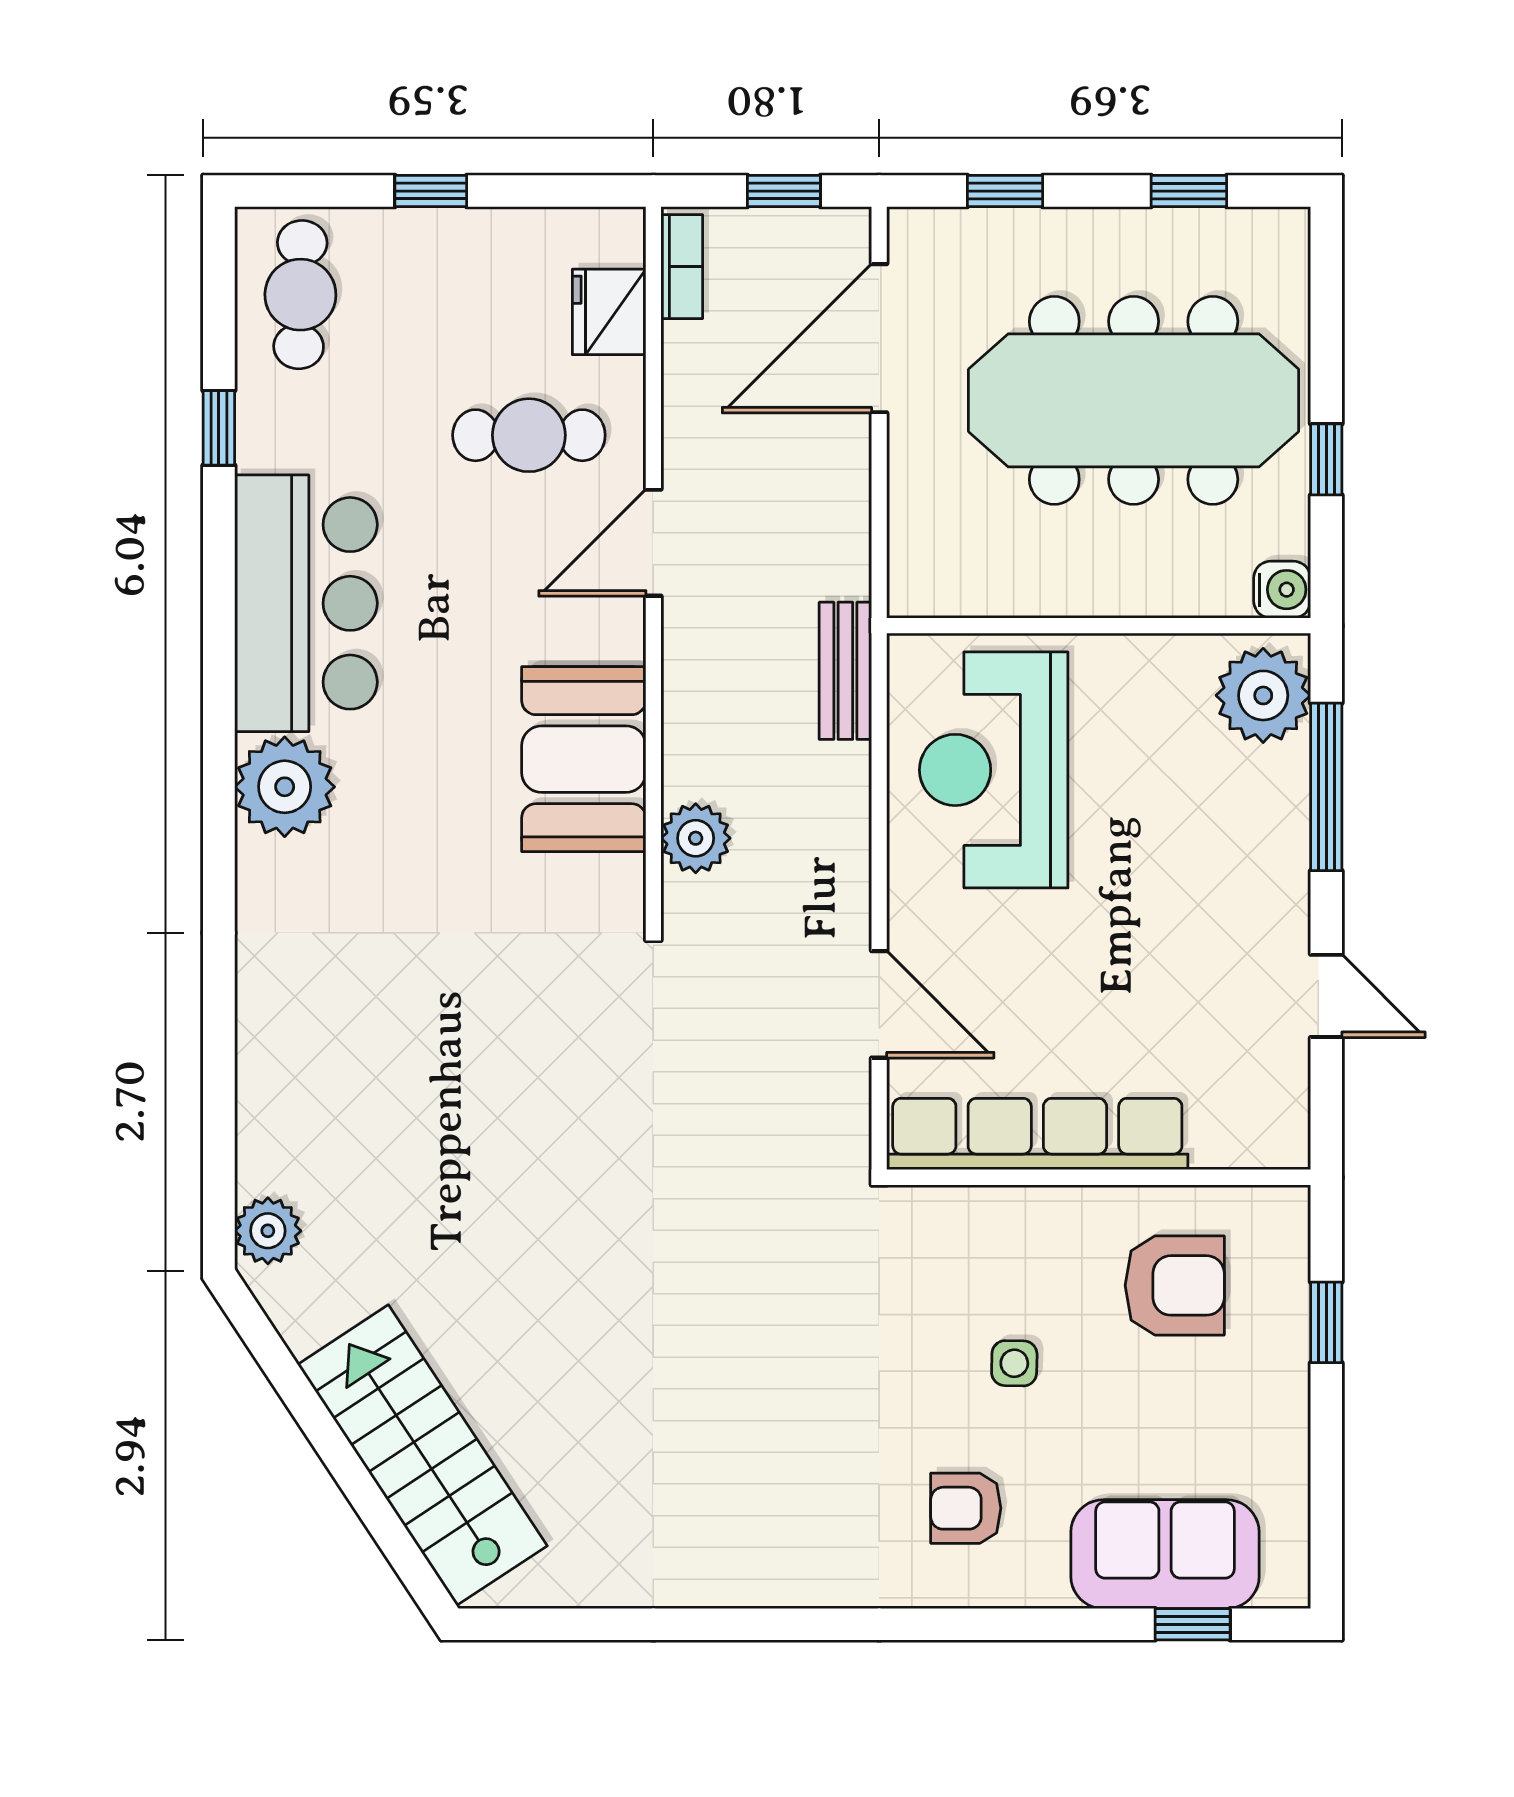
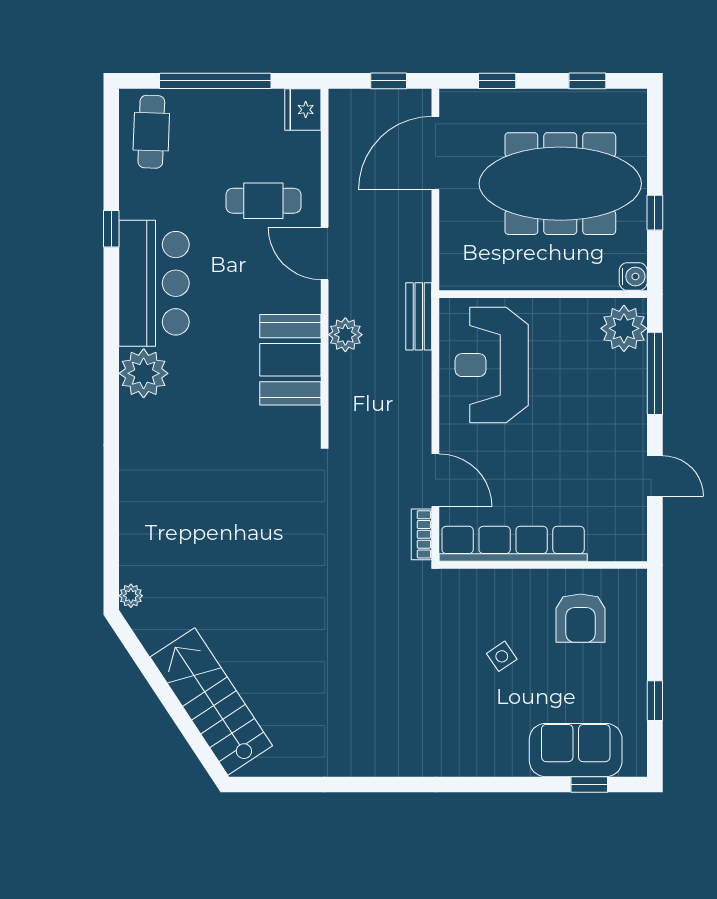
window: (431, 191) -> (215, 81), width x3.17
bookcase: (682, 267) -> (421, 534), moved, turned 180
fridge: (609, 312) -> (303, 110), moved
window: (219, 428) -> (111, 229), moved
door: (653, 543) -> (325, 253), hinge flipped
plant: (696, 838) -> (345, 335), moved
plant: (268, 1231) -> (131, 596), width x0.73, depth x0.73
armchair: (1175, 1285) -> (581, 618), turned 90
window: (1326, 1322) -> (655, 701), moved
side table: (1014, 1363) -> (502, 656), turned -35
armchair: (966, 1508) -> (478, 727), removed

